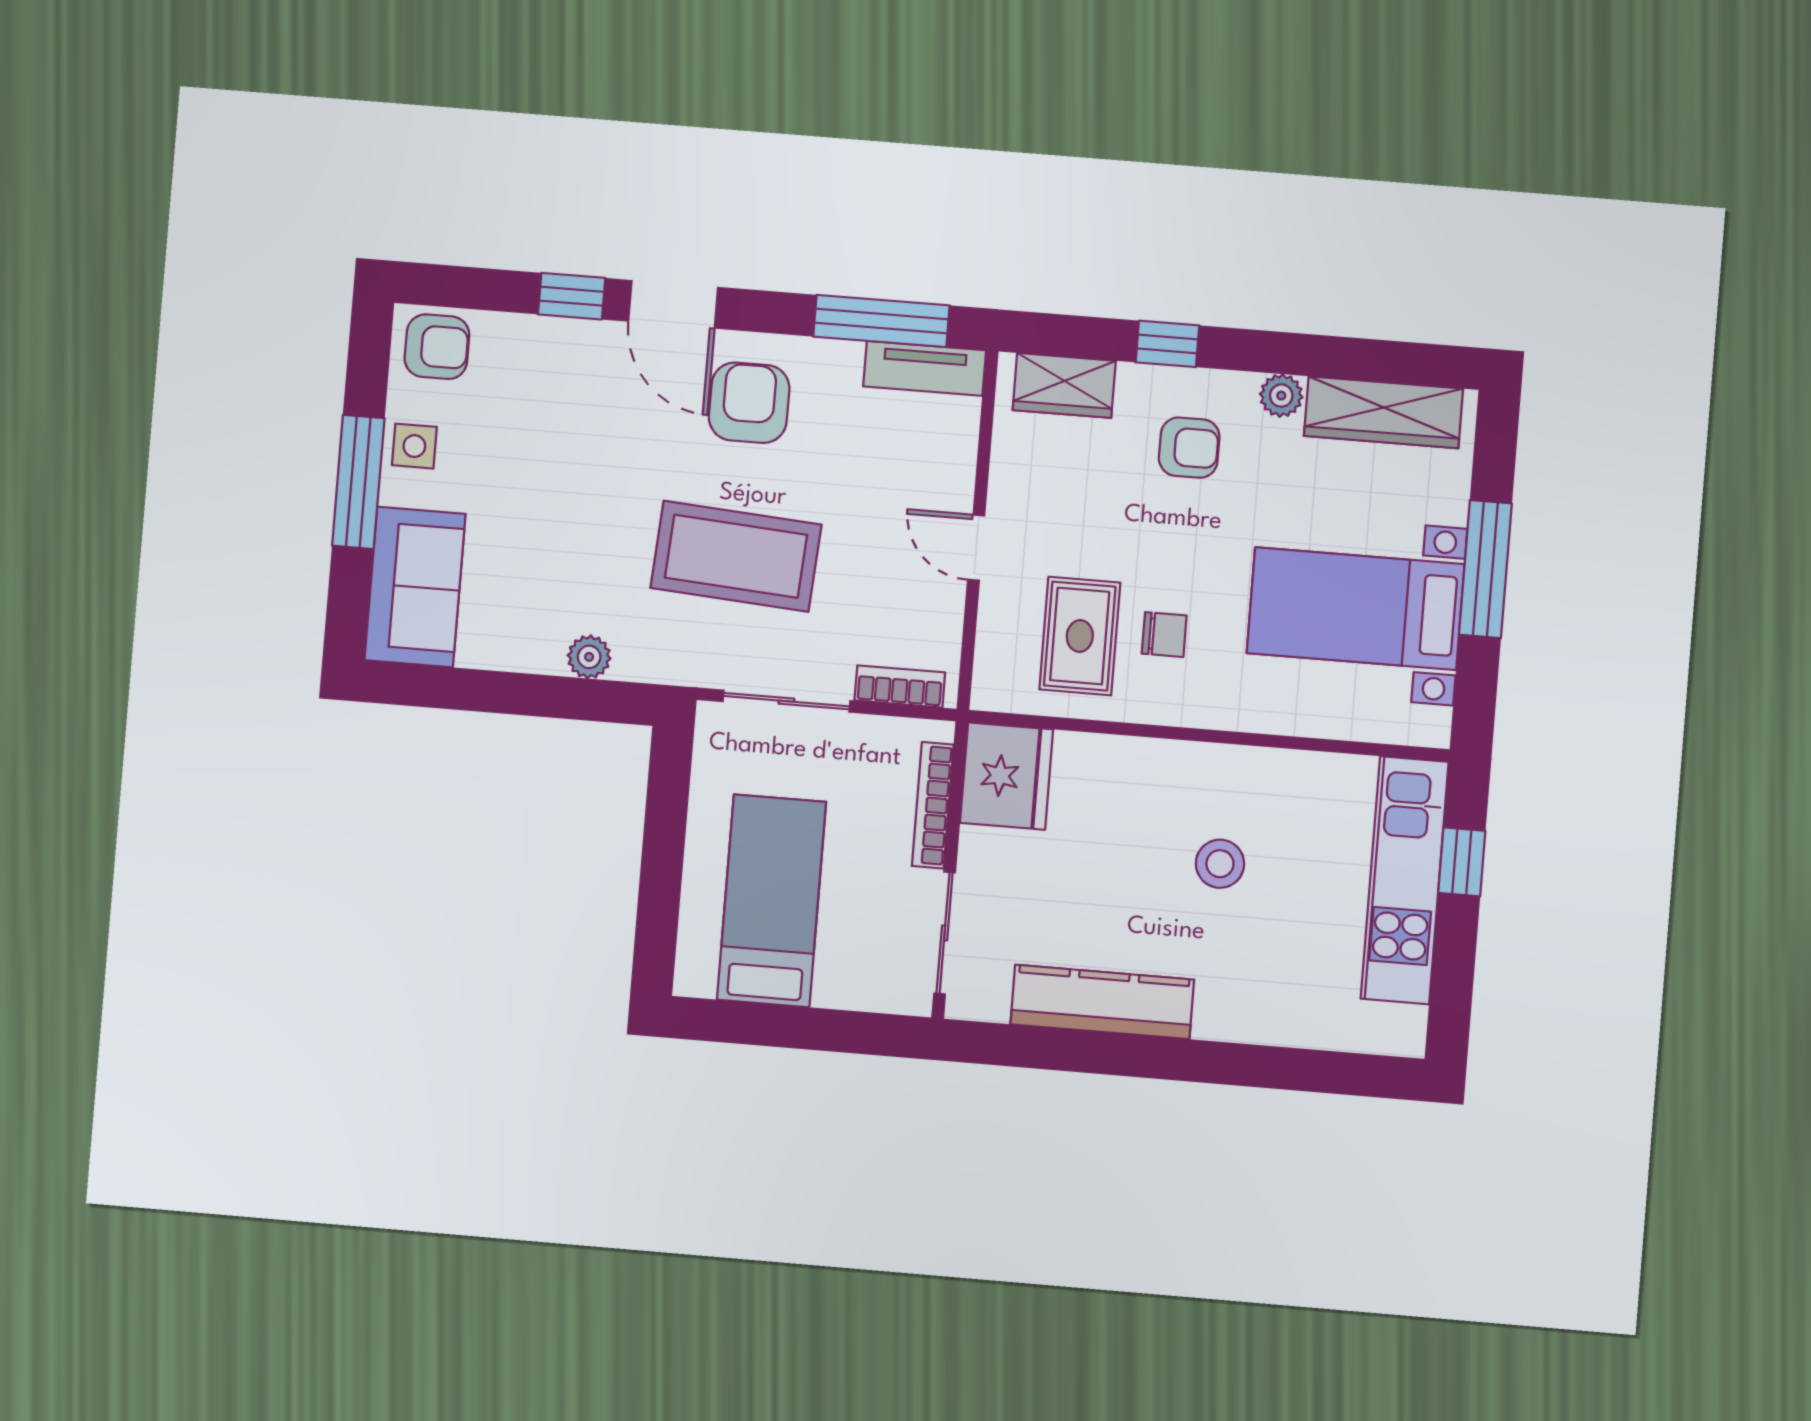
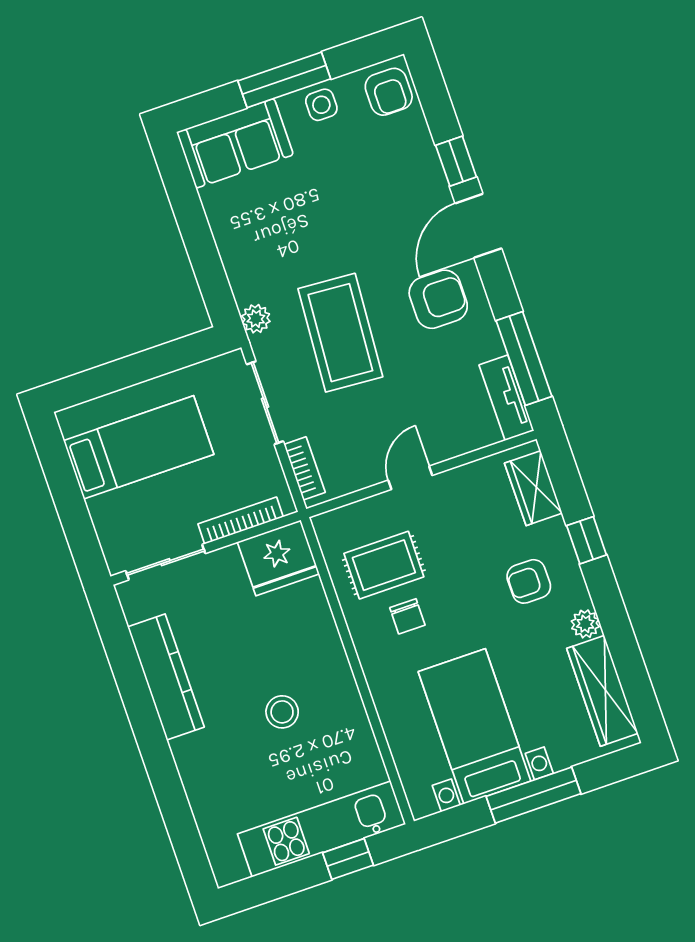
armchair: (1189, 448) -> (529, 581), turned 90
plant: (589, 657) -> (256, 319), moved

